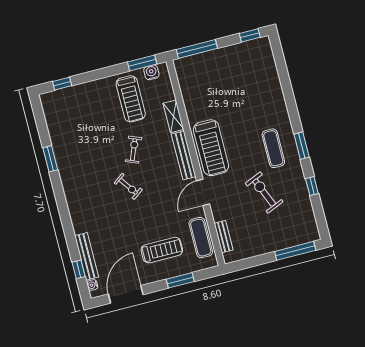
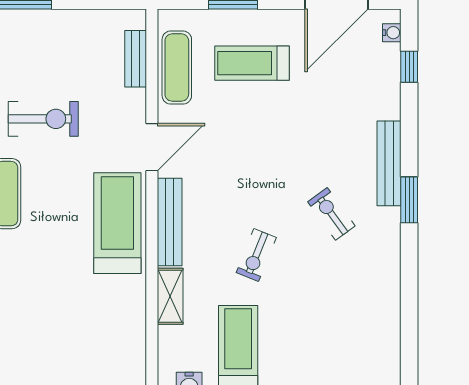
window: (50, 159) -> (409, 200), moved
exercise bike: (128, 186) -> (331, 214), moved
exercise bike: (264, 193) -> (43, 119), turned -67
bench: (87, 256) -> (389, 163), moved

